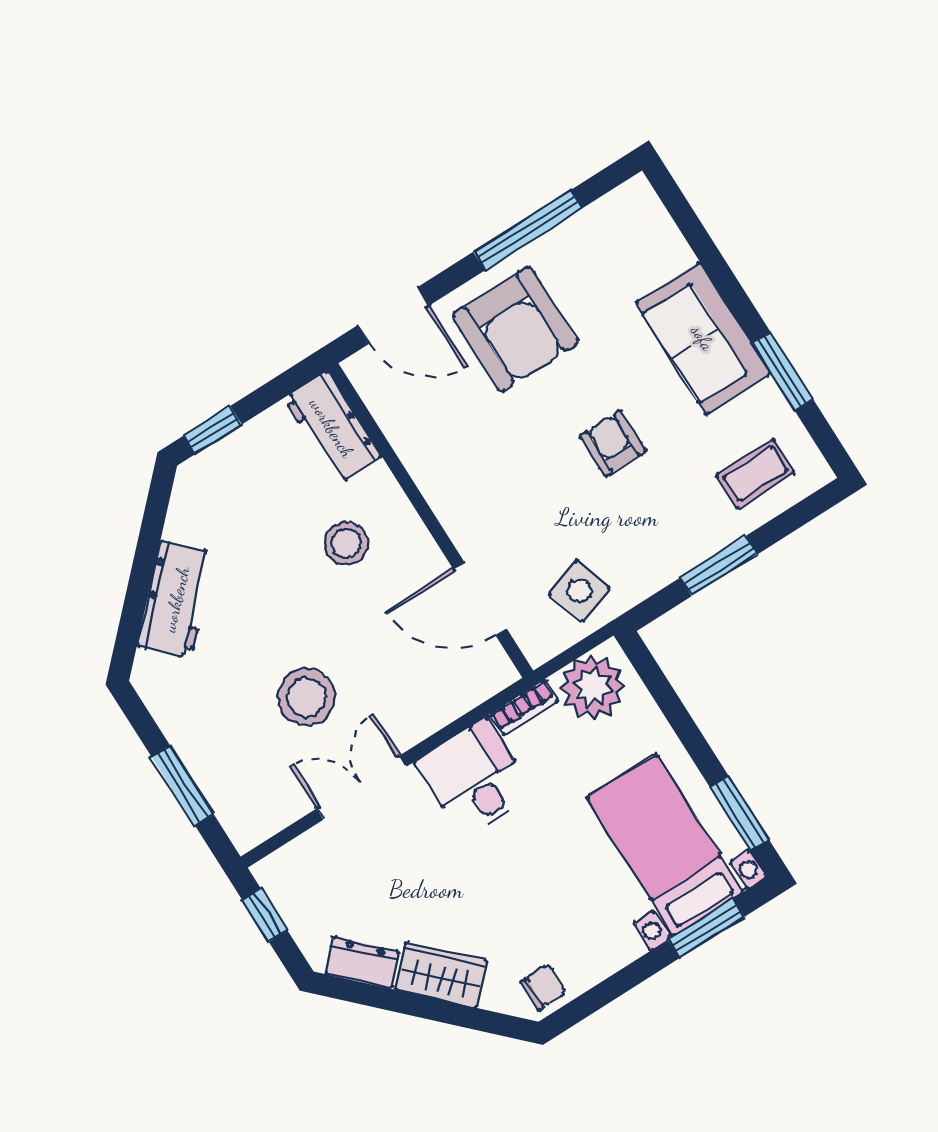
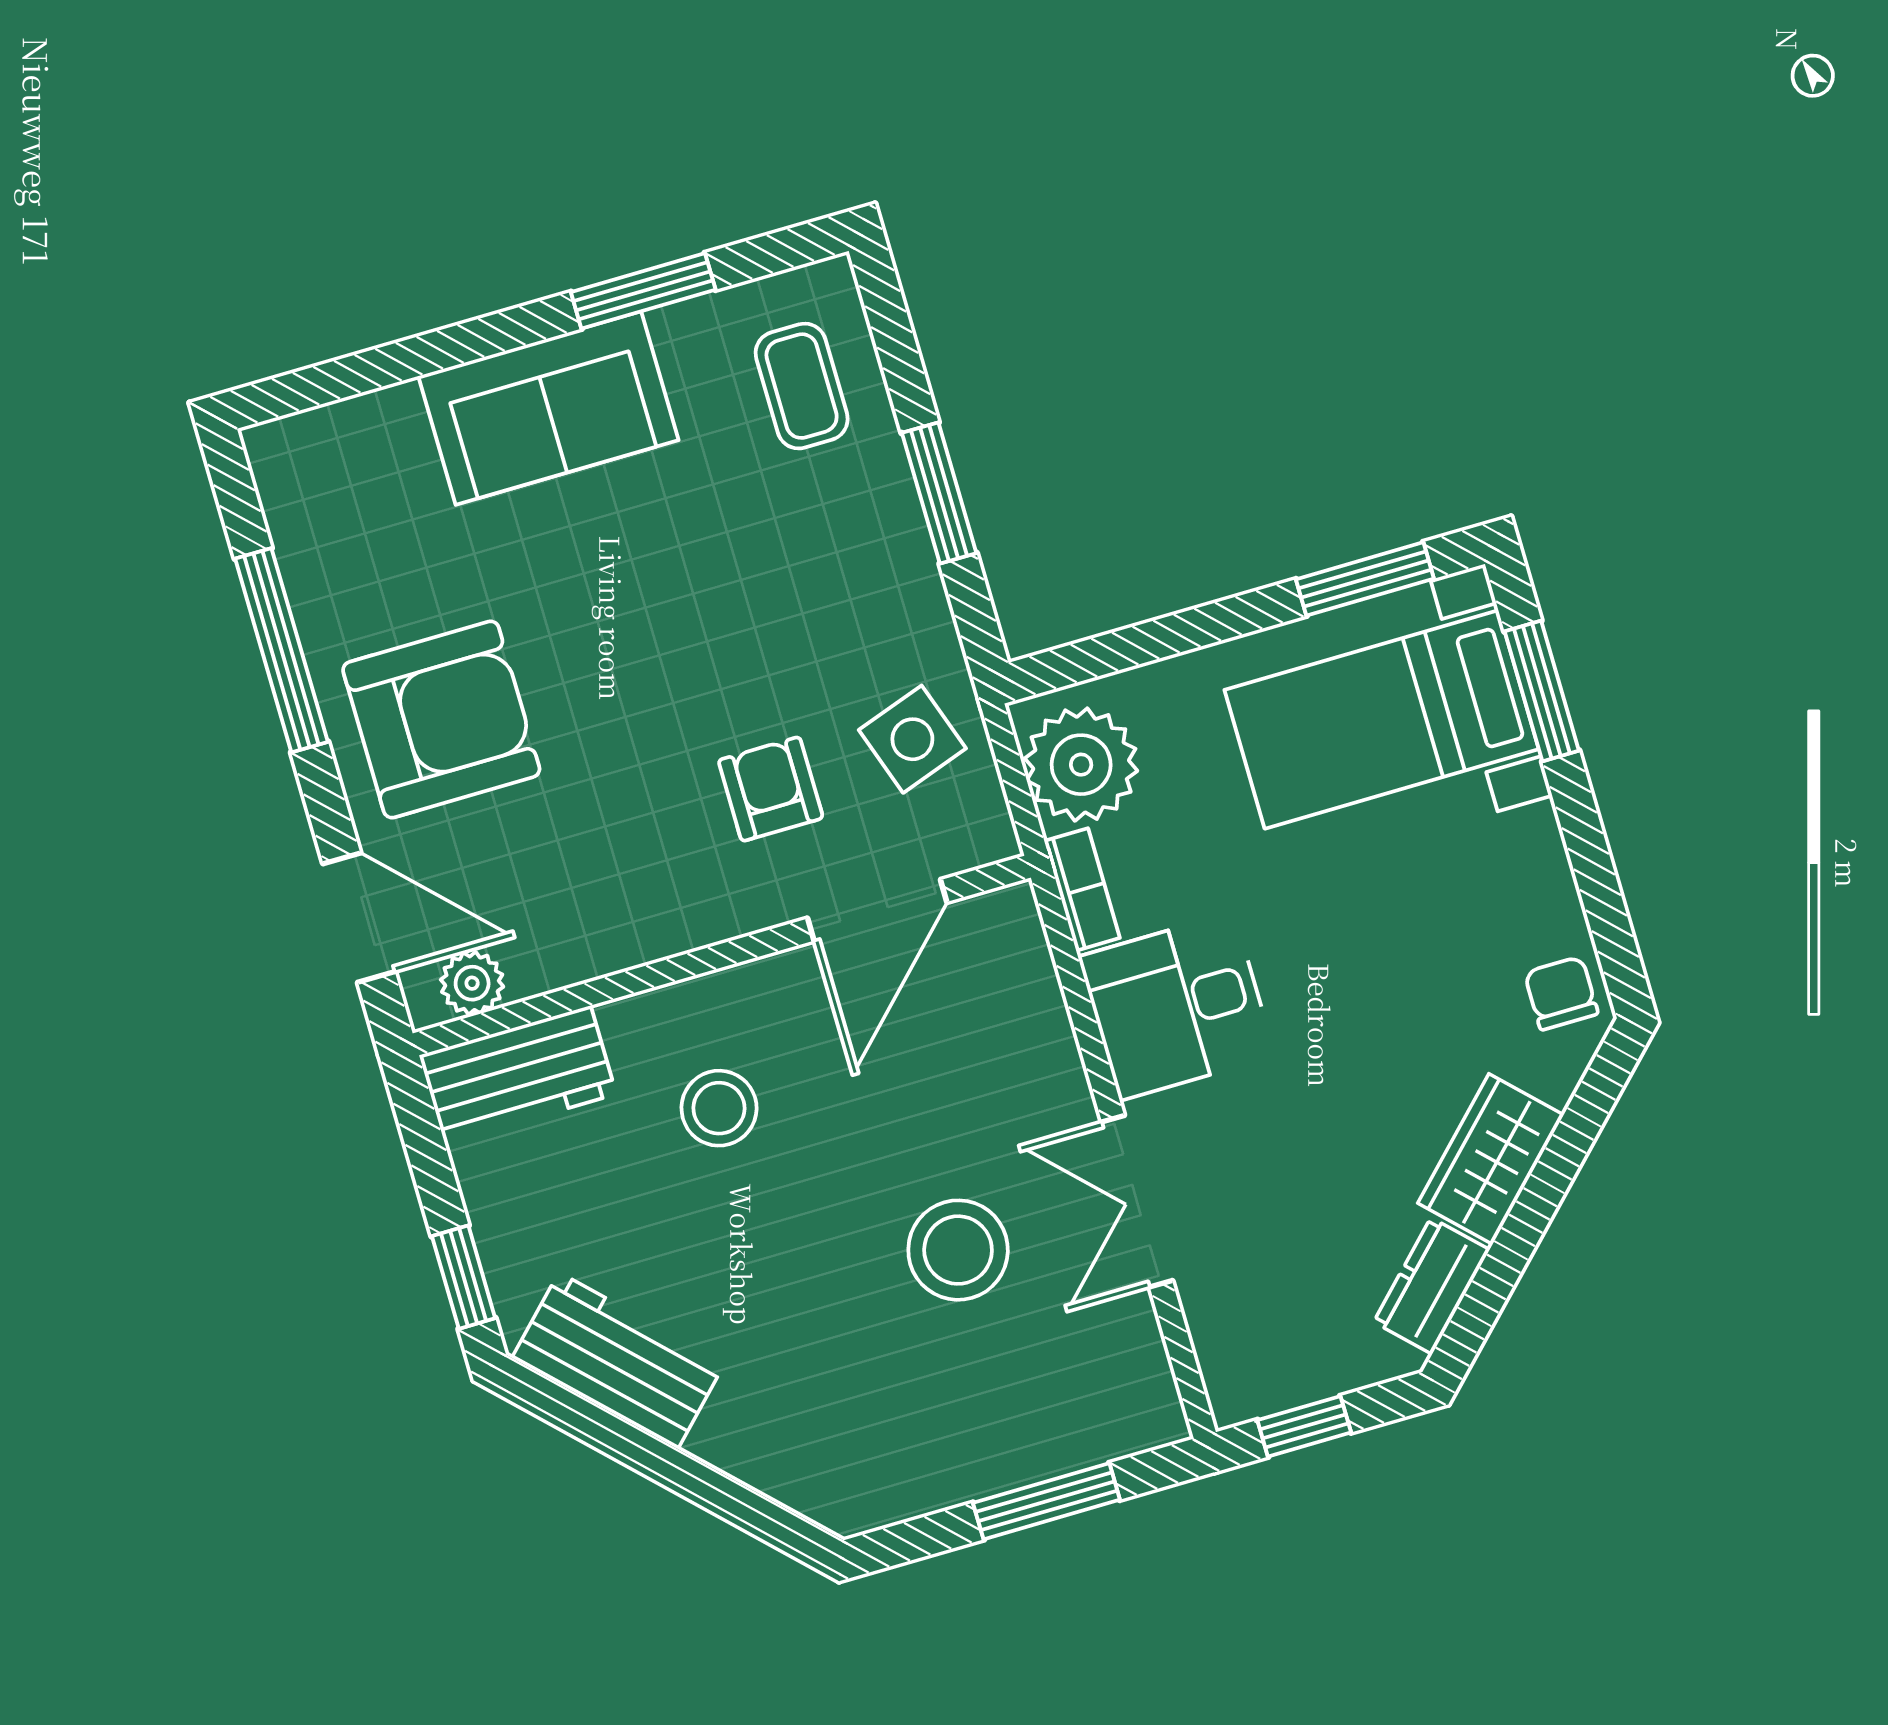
door: (393, 315) -> (359, 918), hinge flipped
plant: (375, 388) -> (472, 983), added
armchair: (613, 443) -> (771, 789), moved, turned 90
workbench: (176, 599) -> (618, 1361), moved

